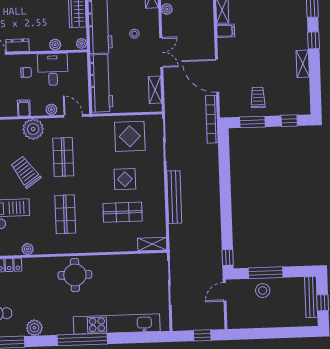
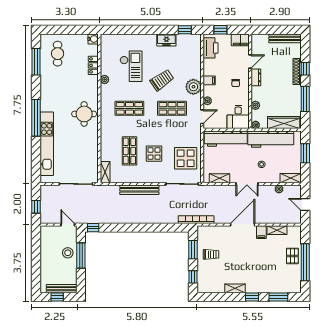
desk: (53, 69) -> (238, 117), moved, turned 90
door: (217, 76) -> (243, 225), moved
plant: (34, 328) -> (46, 83), removed

